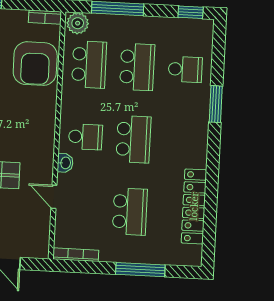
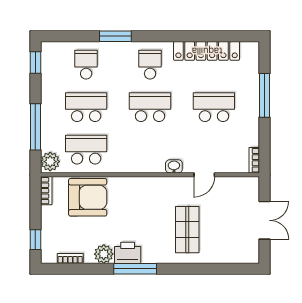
school desk: (85, 137) -> (150, 65), moved
bookcase: (76, 255) -> (254, 160), width x0.64

